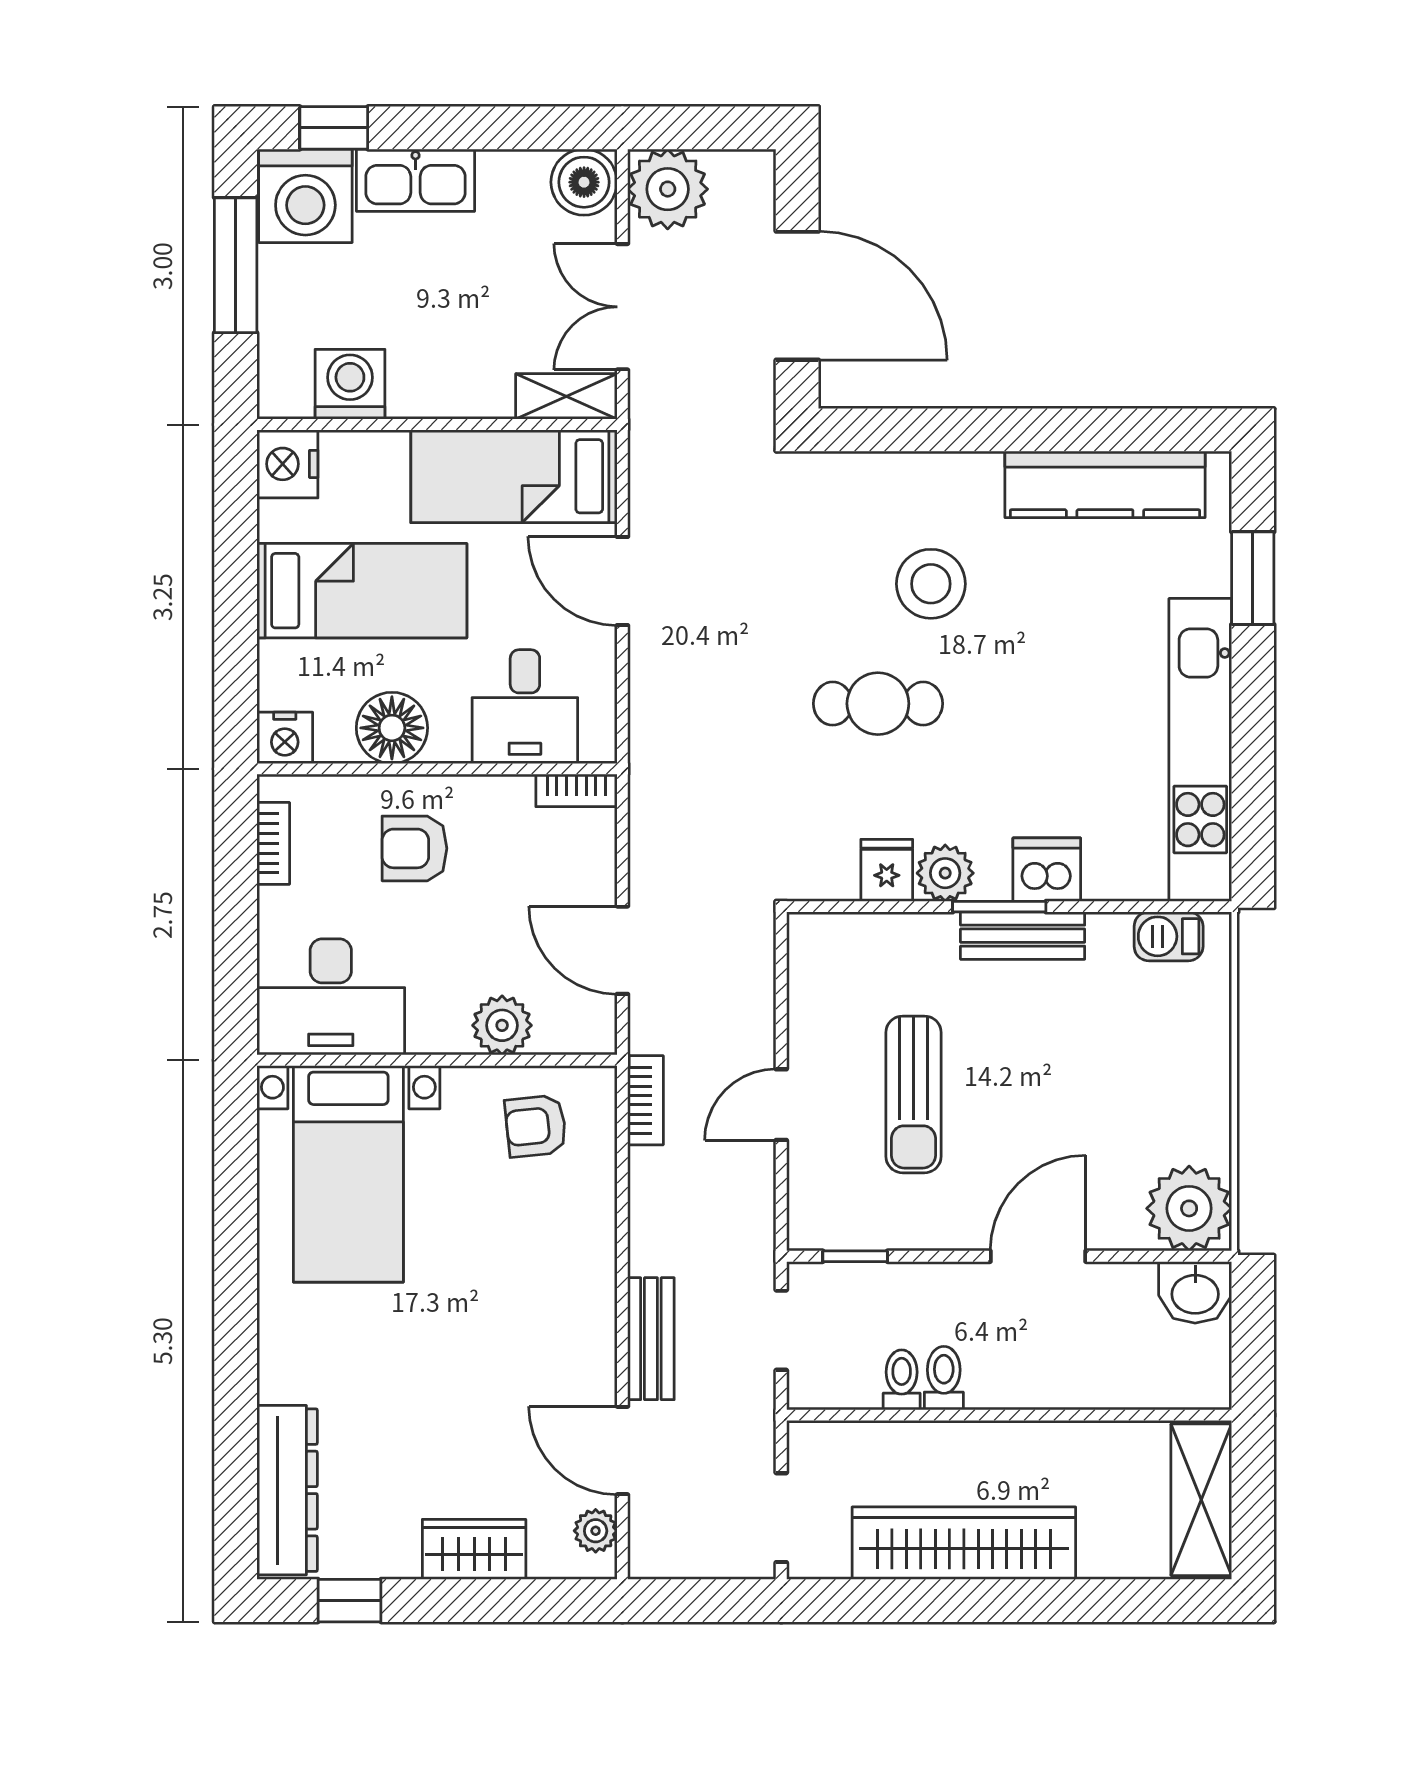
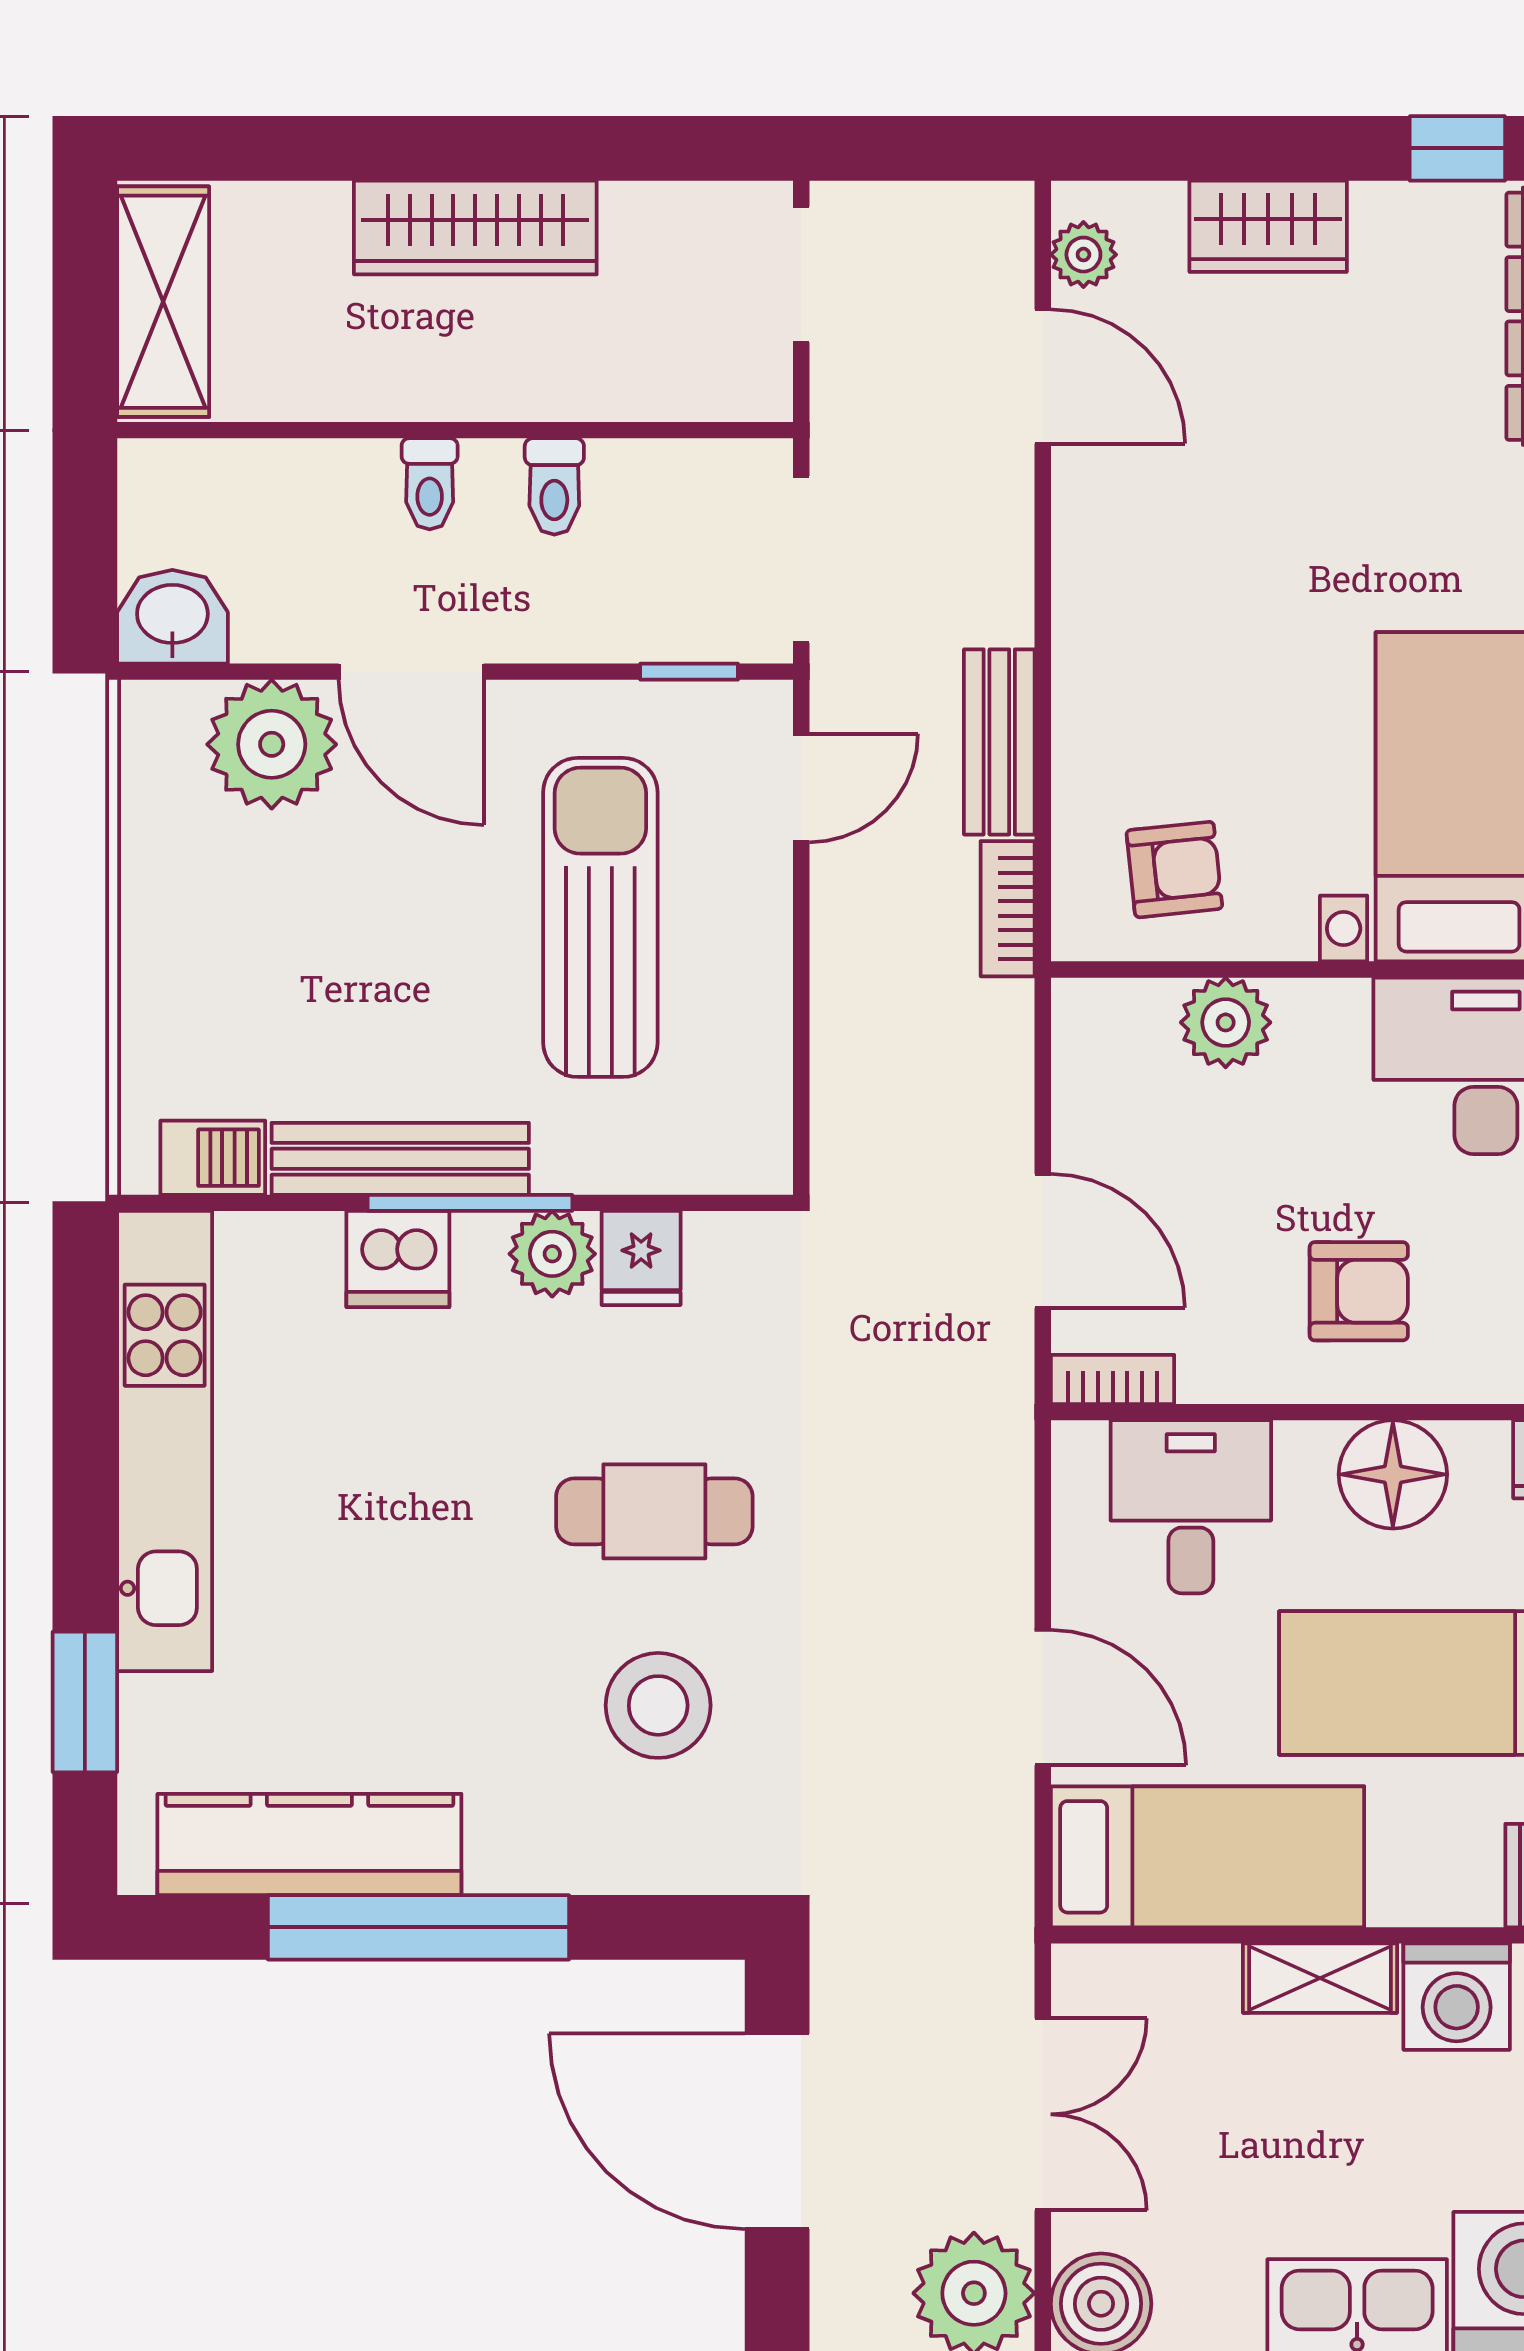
shelving: (566, 396) -> (1320, 1978), moved
window: (1033, 430) -> (419, 1927), added
stool: (931, 584) -> (658, 1705), moved
window: (999, 907) -> (470, 1203), width x1.44
bench: (1023, 936) -> (400, 1159), width x1.36
door: (622, 950) -> (1043, 1241), moved
sun lounger: (914, 1094) -> (600, 917), width x1.36, depth x1.34
door: (781, 1105) -> (801, 788), moved
plant: (1189, 1208) -> (272, 744), moved
door: (1038, 1256) -> (411, 672), hinge flipped
doorway: (781, 1330) -> (801, 559), width x1.38
bench: (651, 1339) -> (999, 742), moved
toilet: (902, 1380) -> (430, 484), moved
wardrobe: (964, 1543) -> (475, 228), width x0.71, depth x0.85

